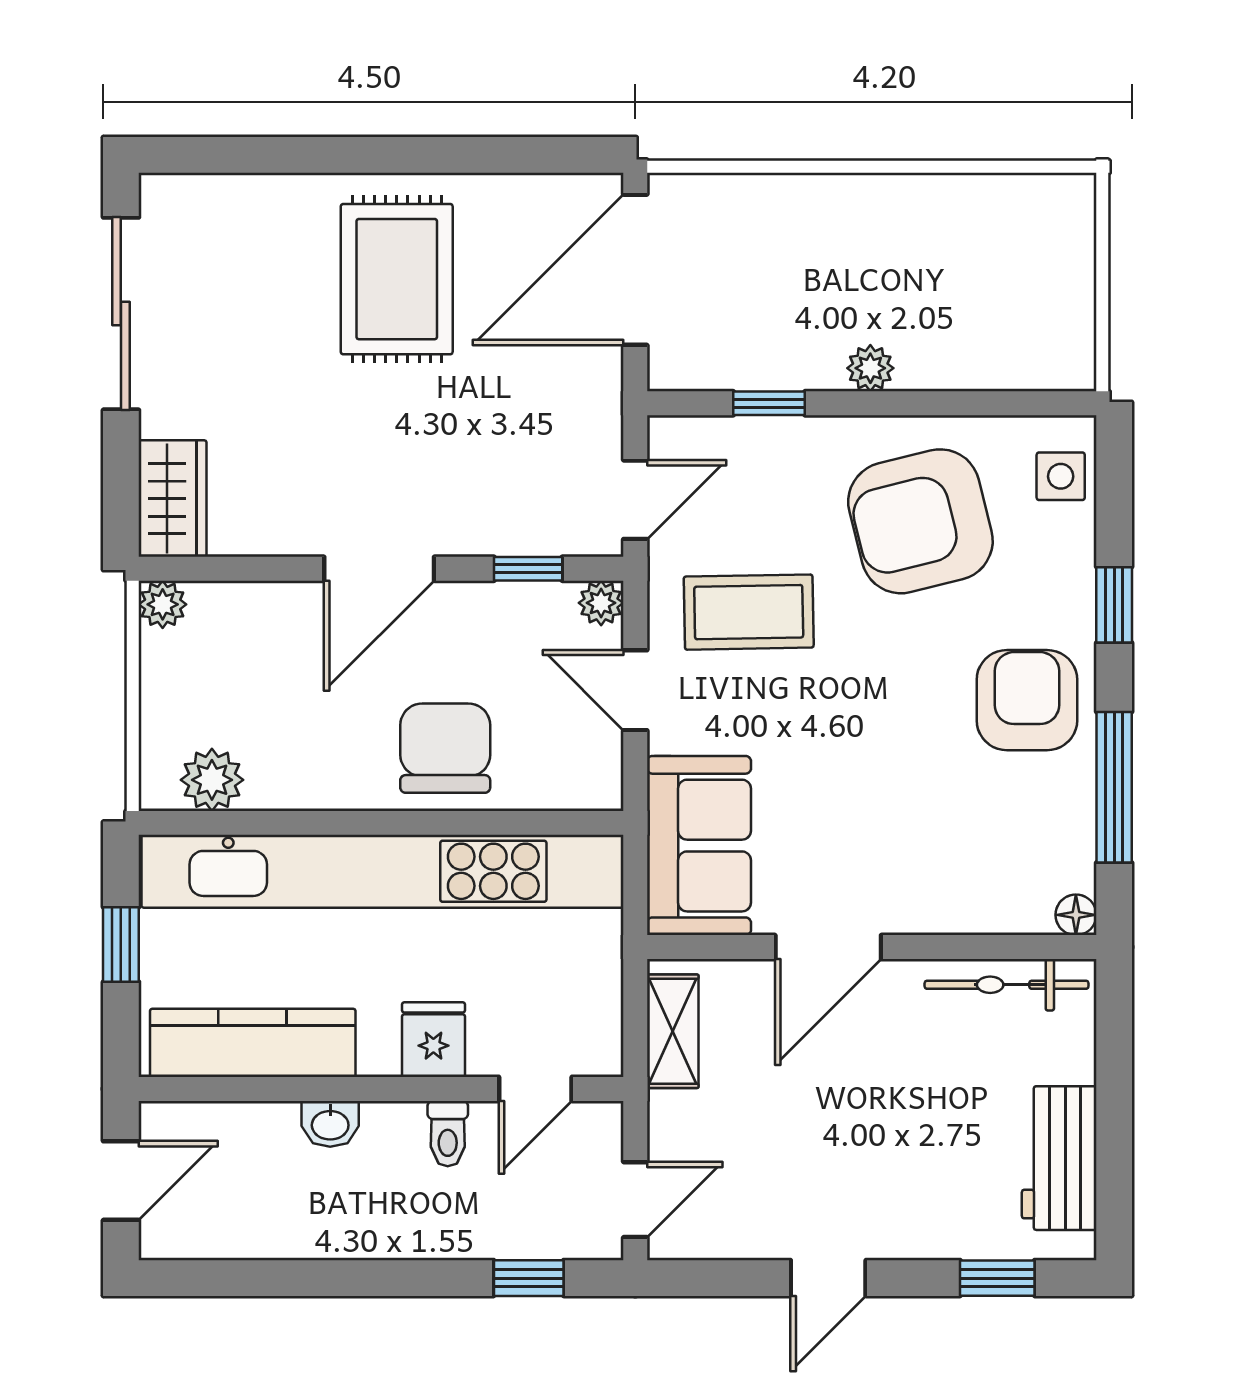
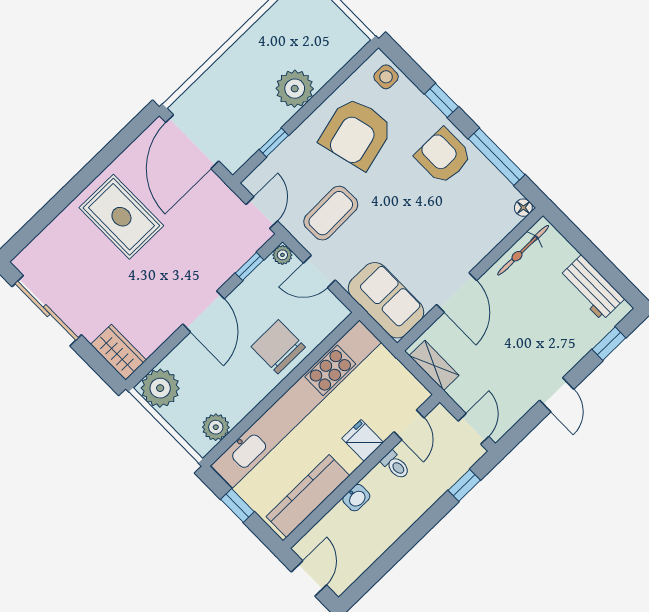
plant: (870, 368) -> (295, 89), width x1.87, depth x1.87
plant: (163, 604) -> (160, 388), width x1.87, depth x1.87

